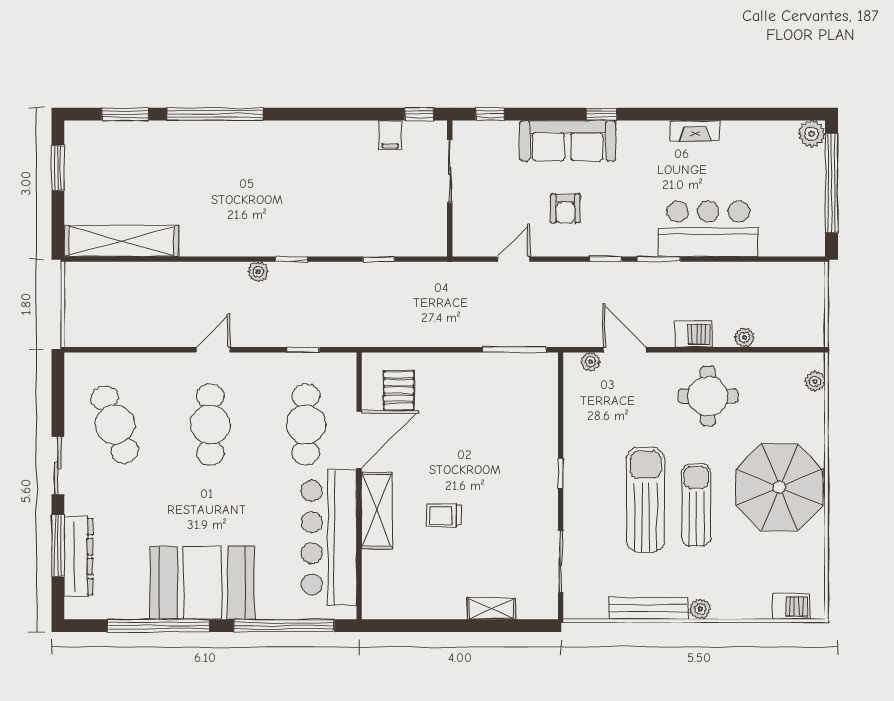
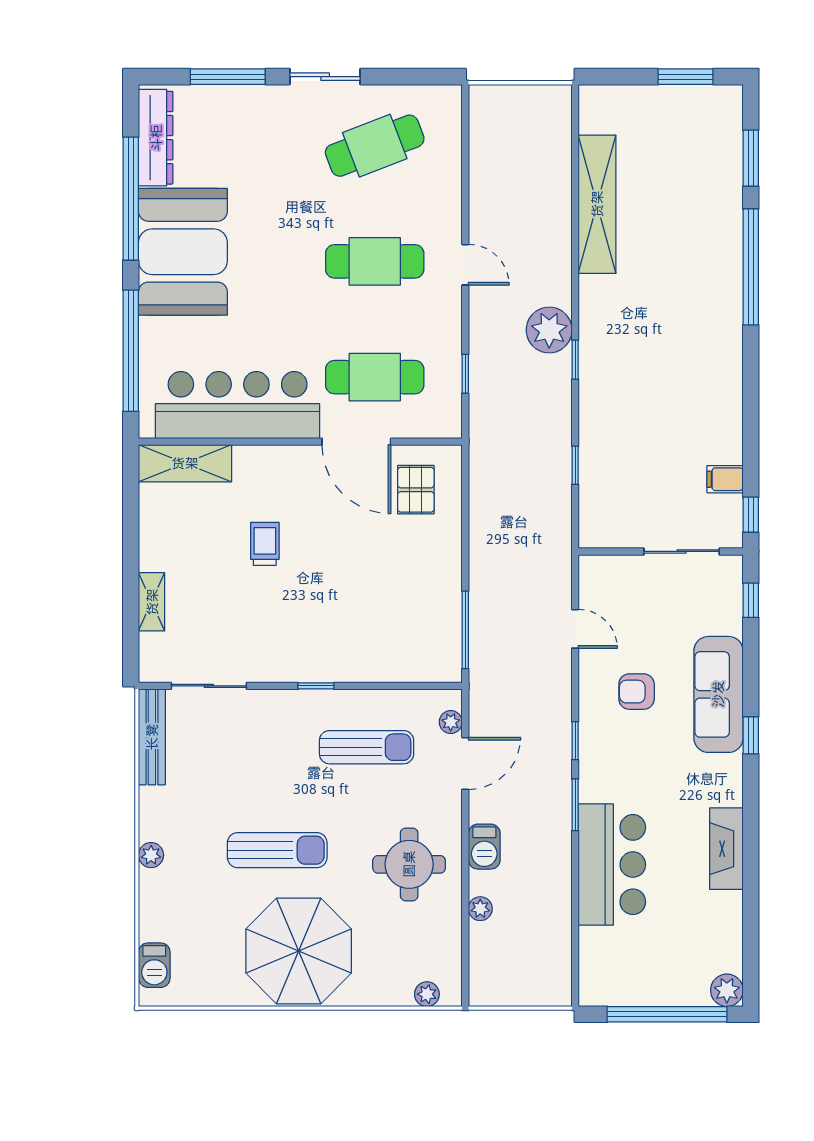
fireplace: (695, 131) -> (726, 849), width x1.37, depth x1.32
shelving: (121, 241) -> (597, 204), moved
plant: (258, 272) -> (549, 330), width x1.87, depth x1.87
pallet: (399, 390) -> (416, 490), turned 90
sun lounger: (645, 500) -> (367, 747), moved, width x0.73, depth x0.75
shelving: (377, 511) -> (185, 463), moved
dresser: (78, 557) -> (156, 138), moved, turned -90
bench: (648, 608) -> (152, 737), moved

